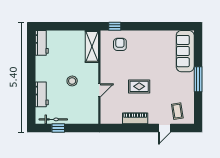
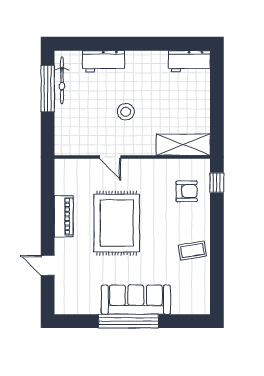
sofa: (185, 51) -> (136, 300), moved
window: (198, 79) -> (128, 321), width x1.46
rug: (139, 86) -> (117, 223), width x1.86, depth x2.06
coffee table: (177, 111) -> (192, 251), moved
window: (58, 128) -> (48, 89), width x2.17

